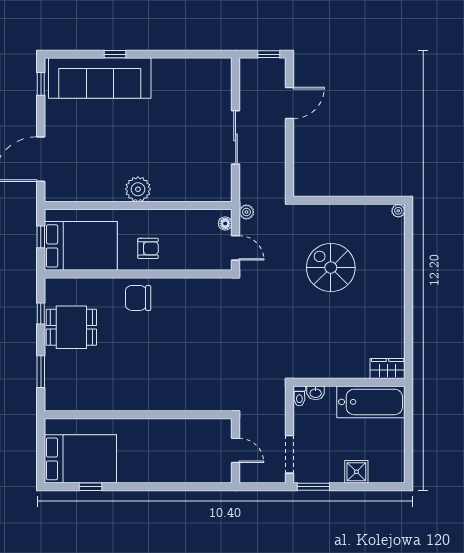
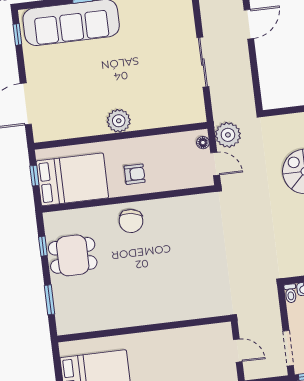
plant: (246, 212) -> (228, 135), width x1.88, depth x1.88
chair: (138, 298) -> (131, 221), turned -82

